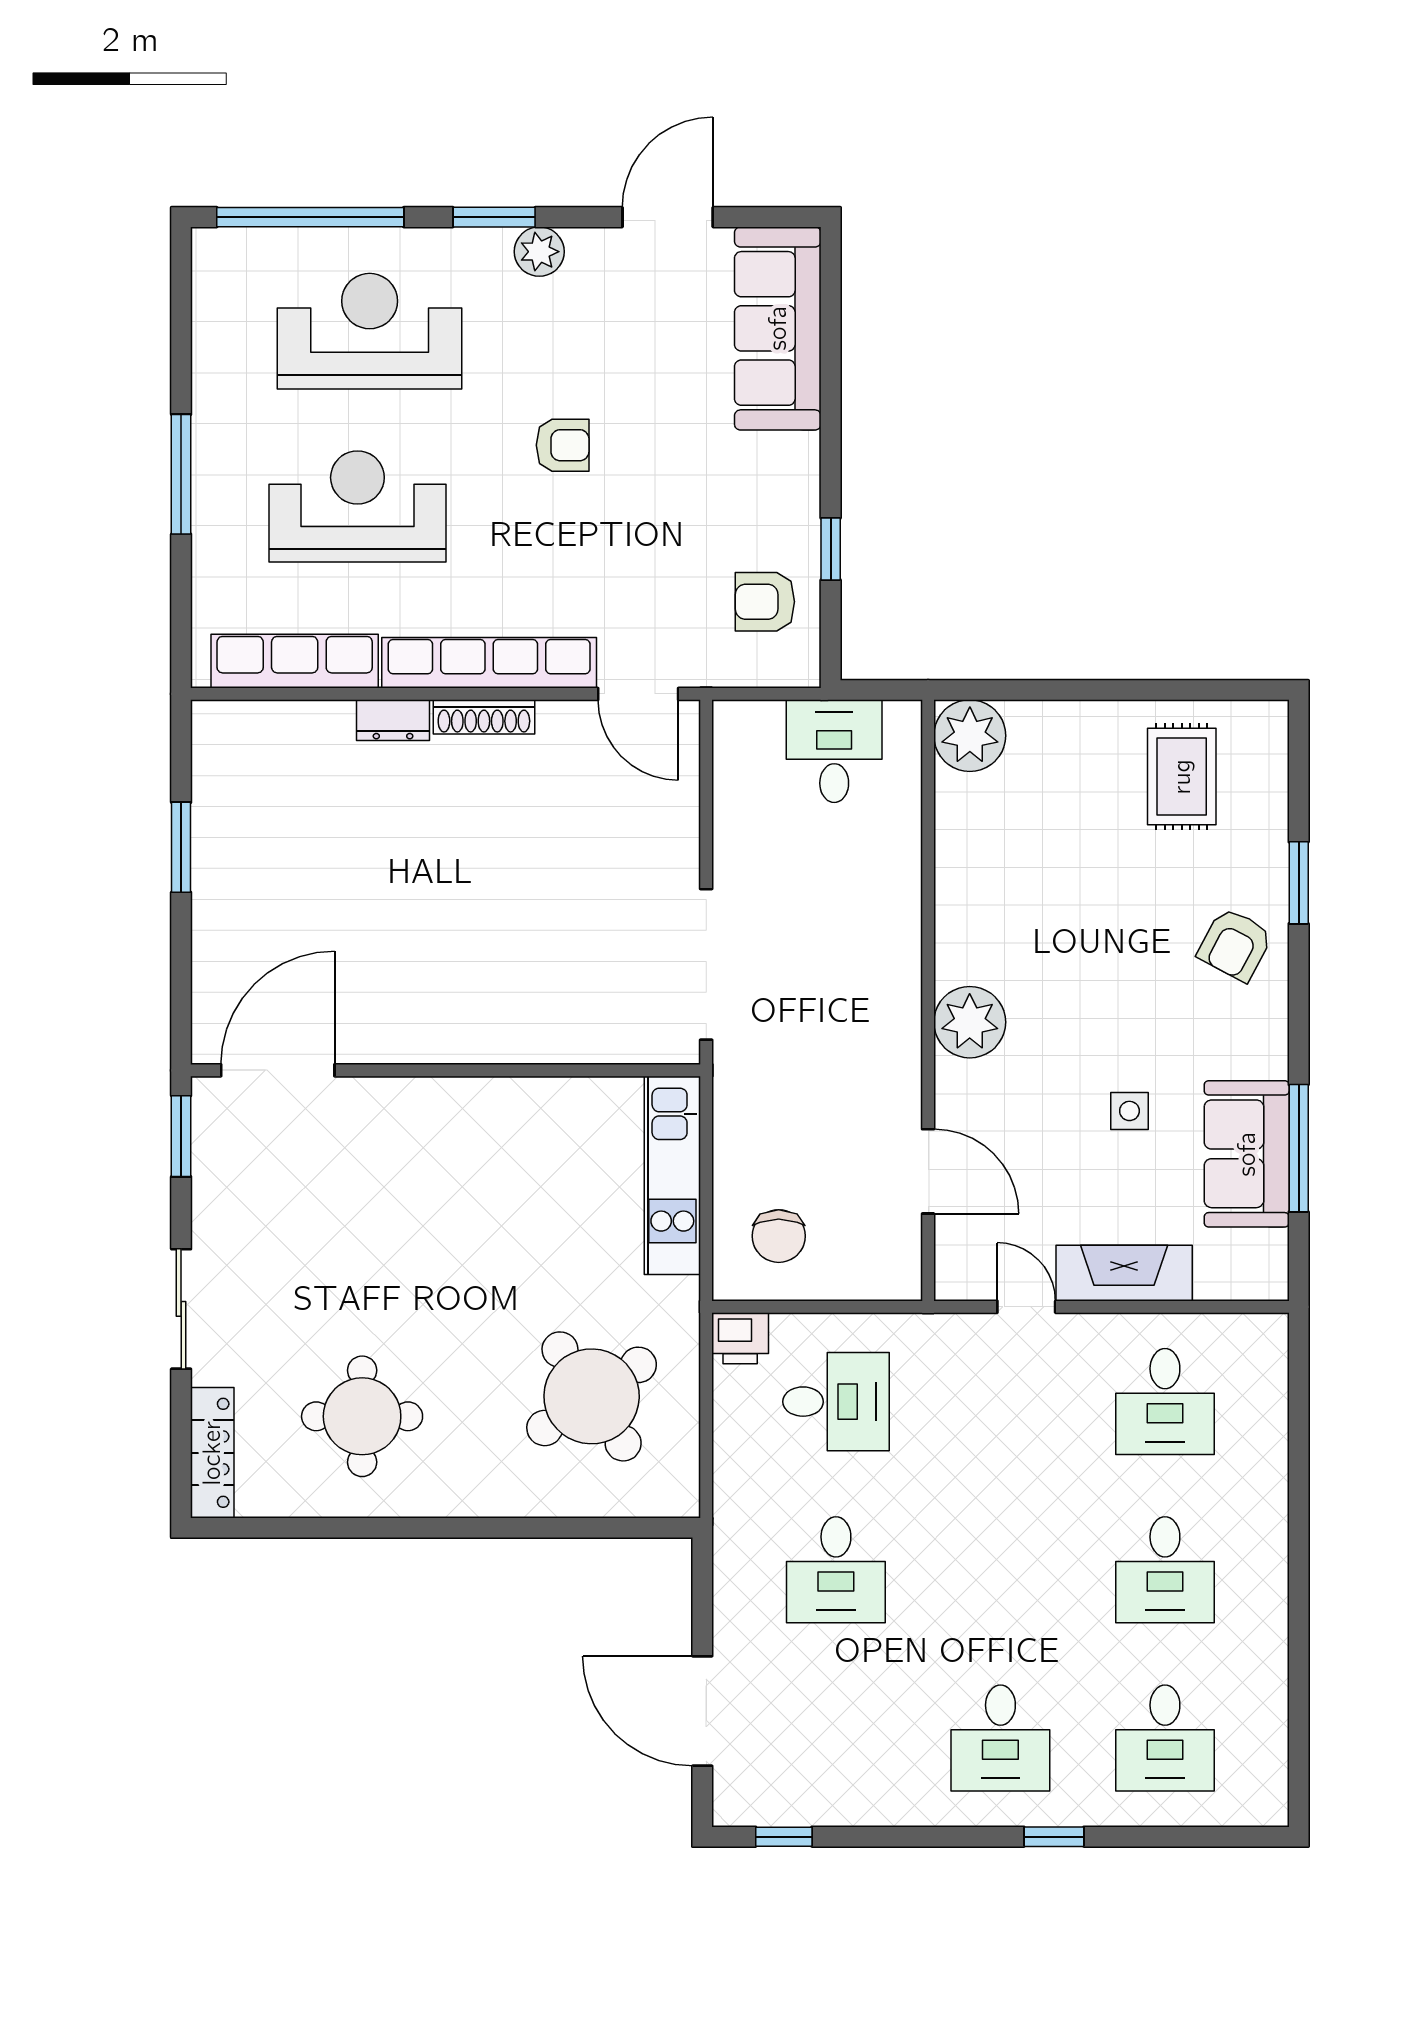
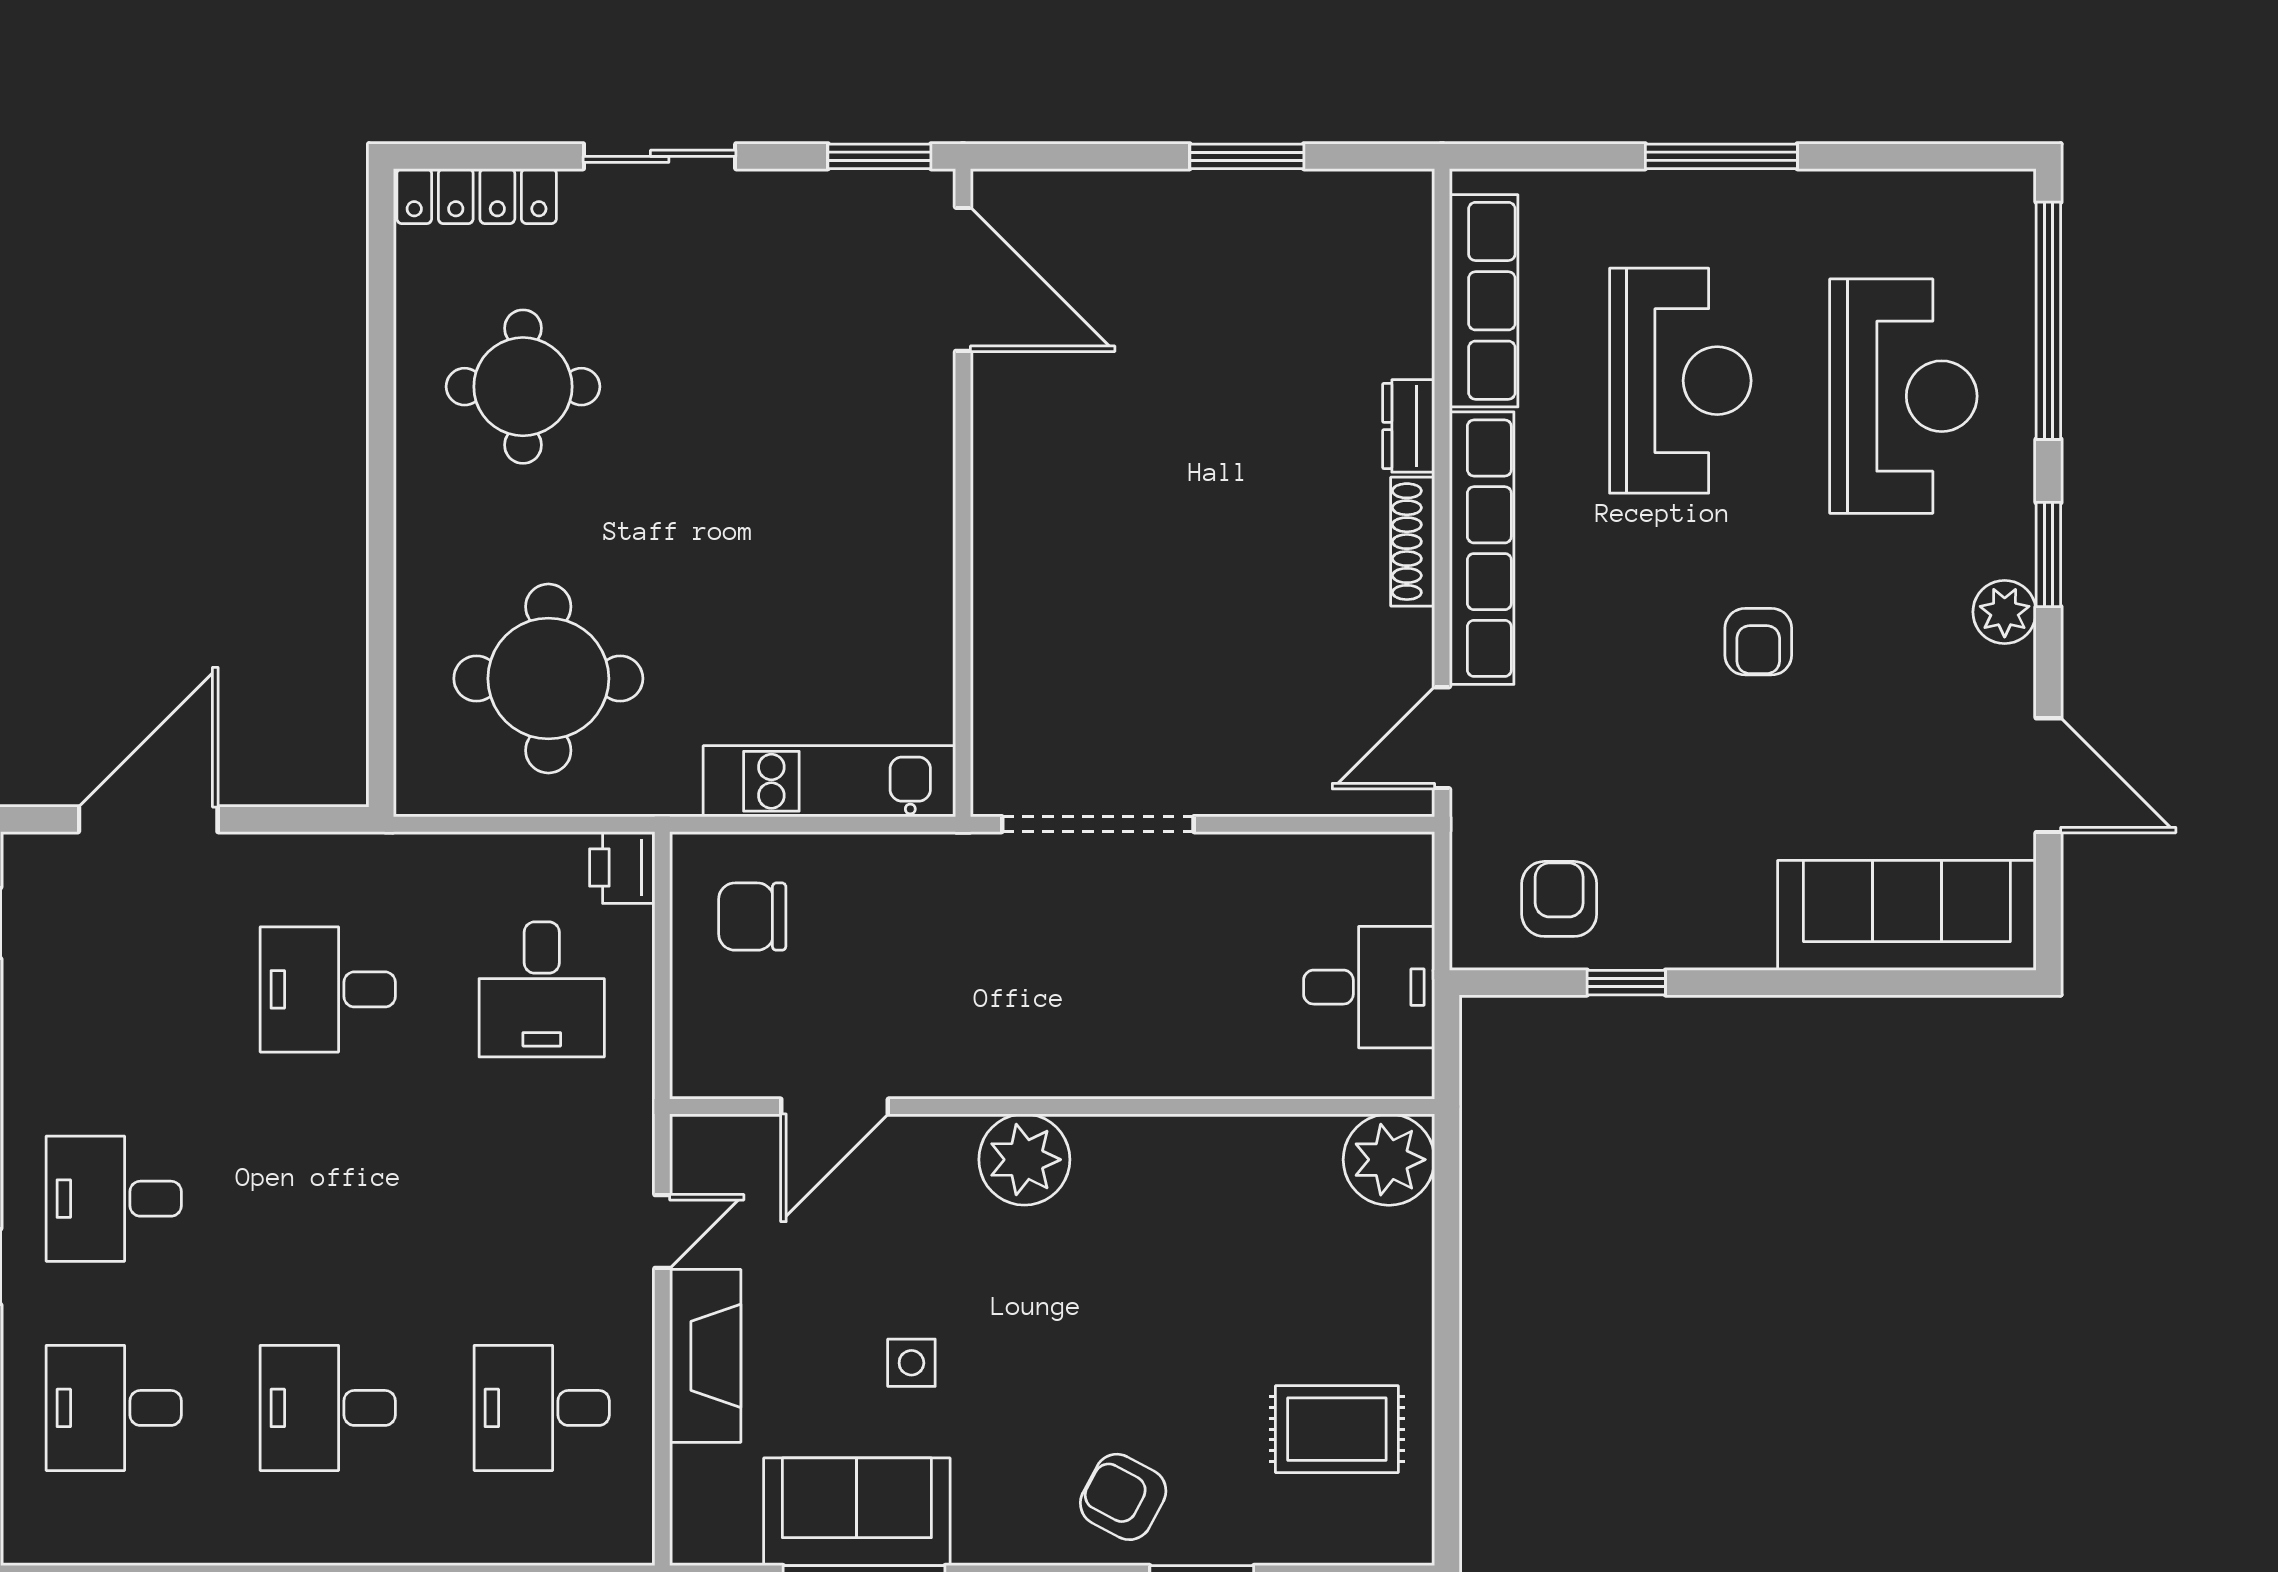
round table: (592, 1396) -> (548, 679), turned 34

